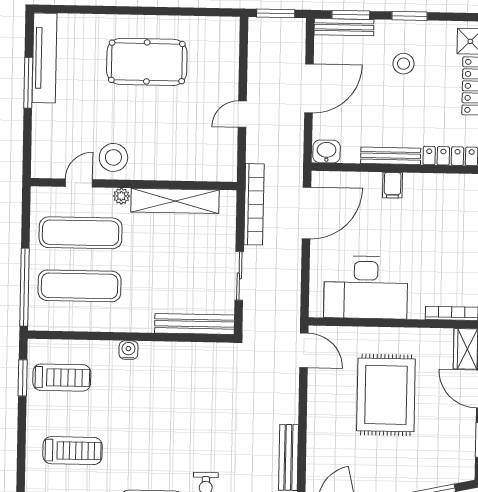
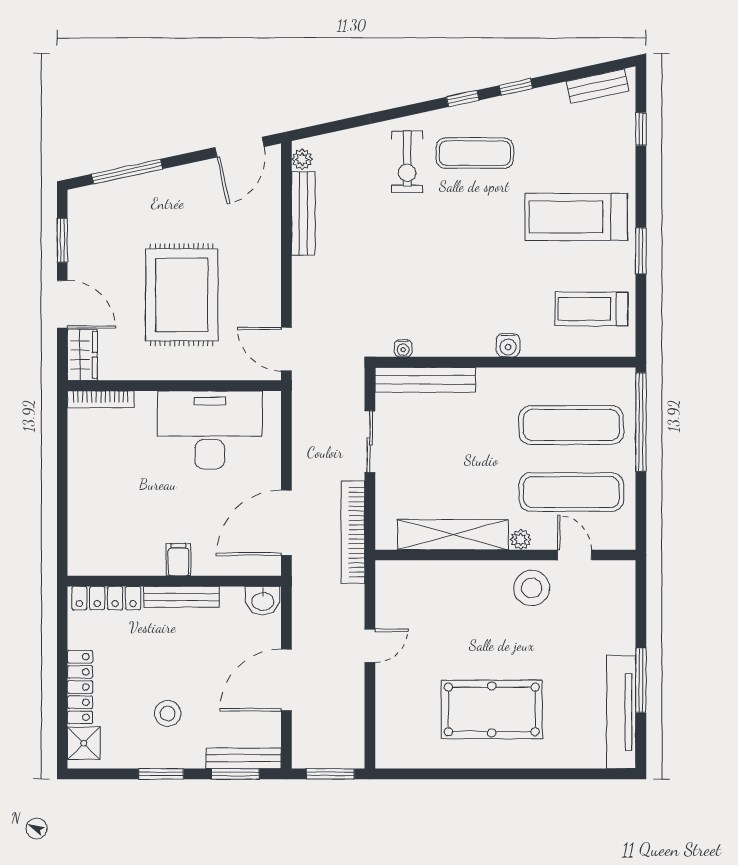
door: (79, 183) -> (575, 555), swing flipped
water cooler: (211, 349) -> (403, 348), added
window: (23, 378) -> (641, 251), moved
treadmill: (72, 451) -> (576, 217), width x1.37, depth x1.38

